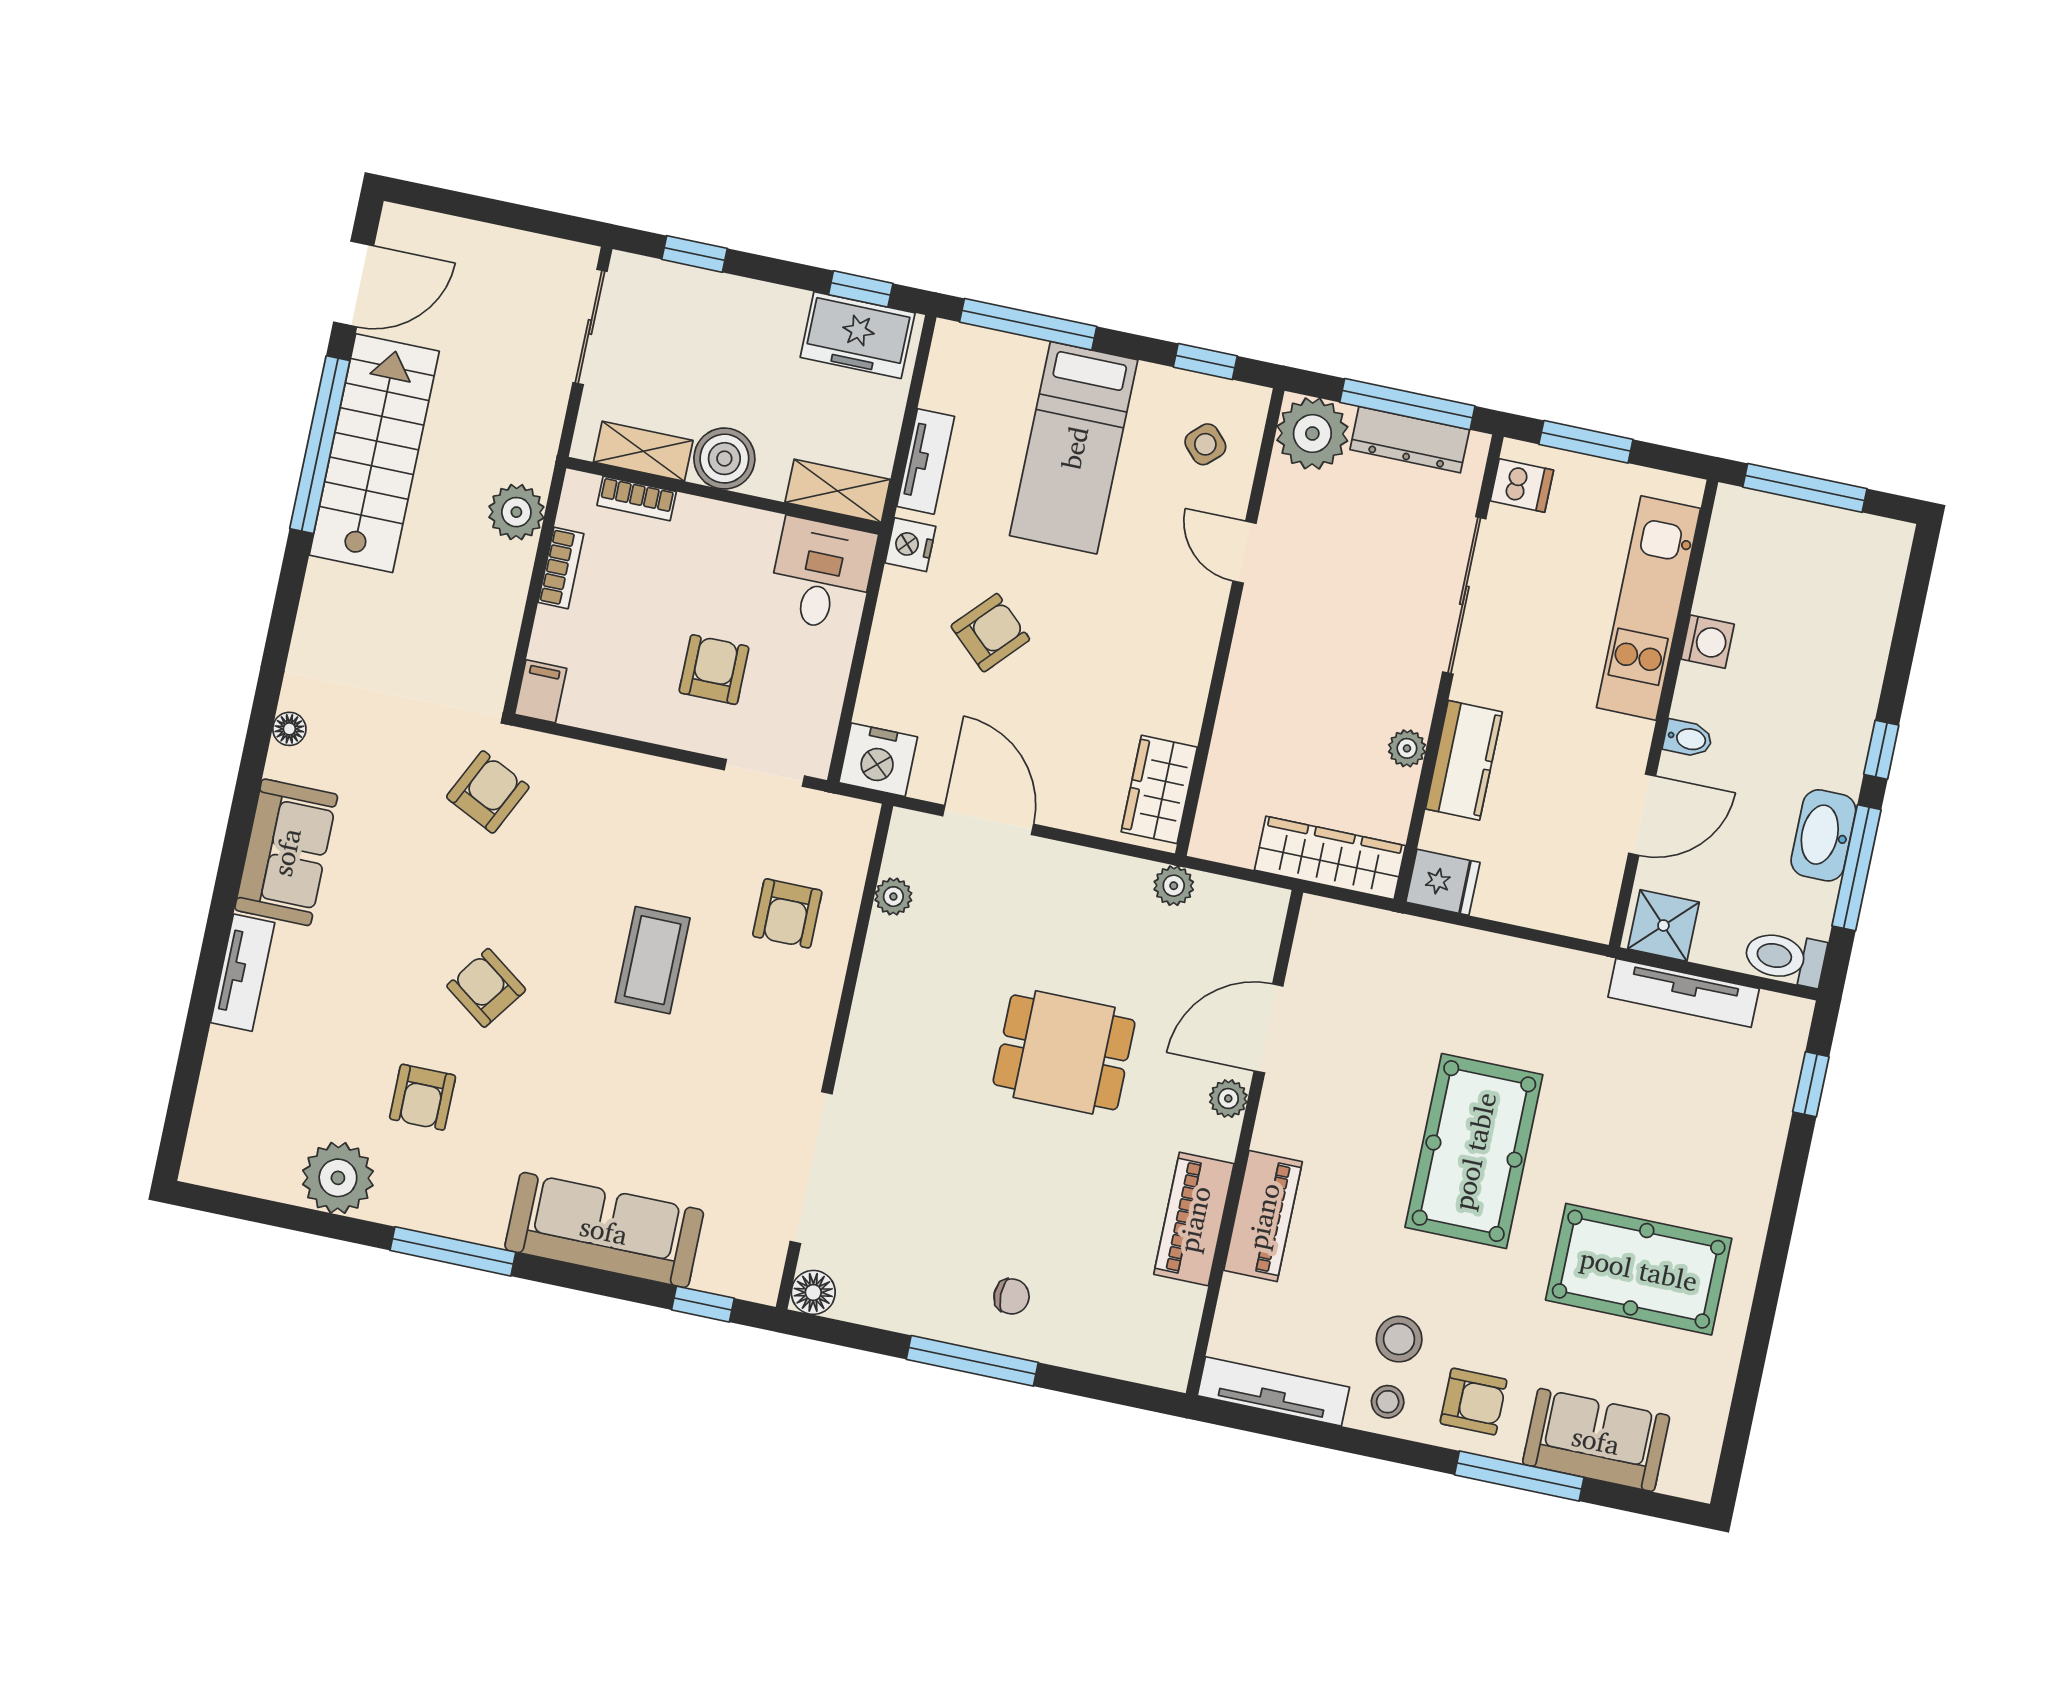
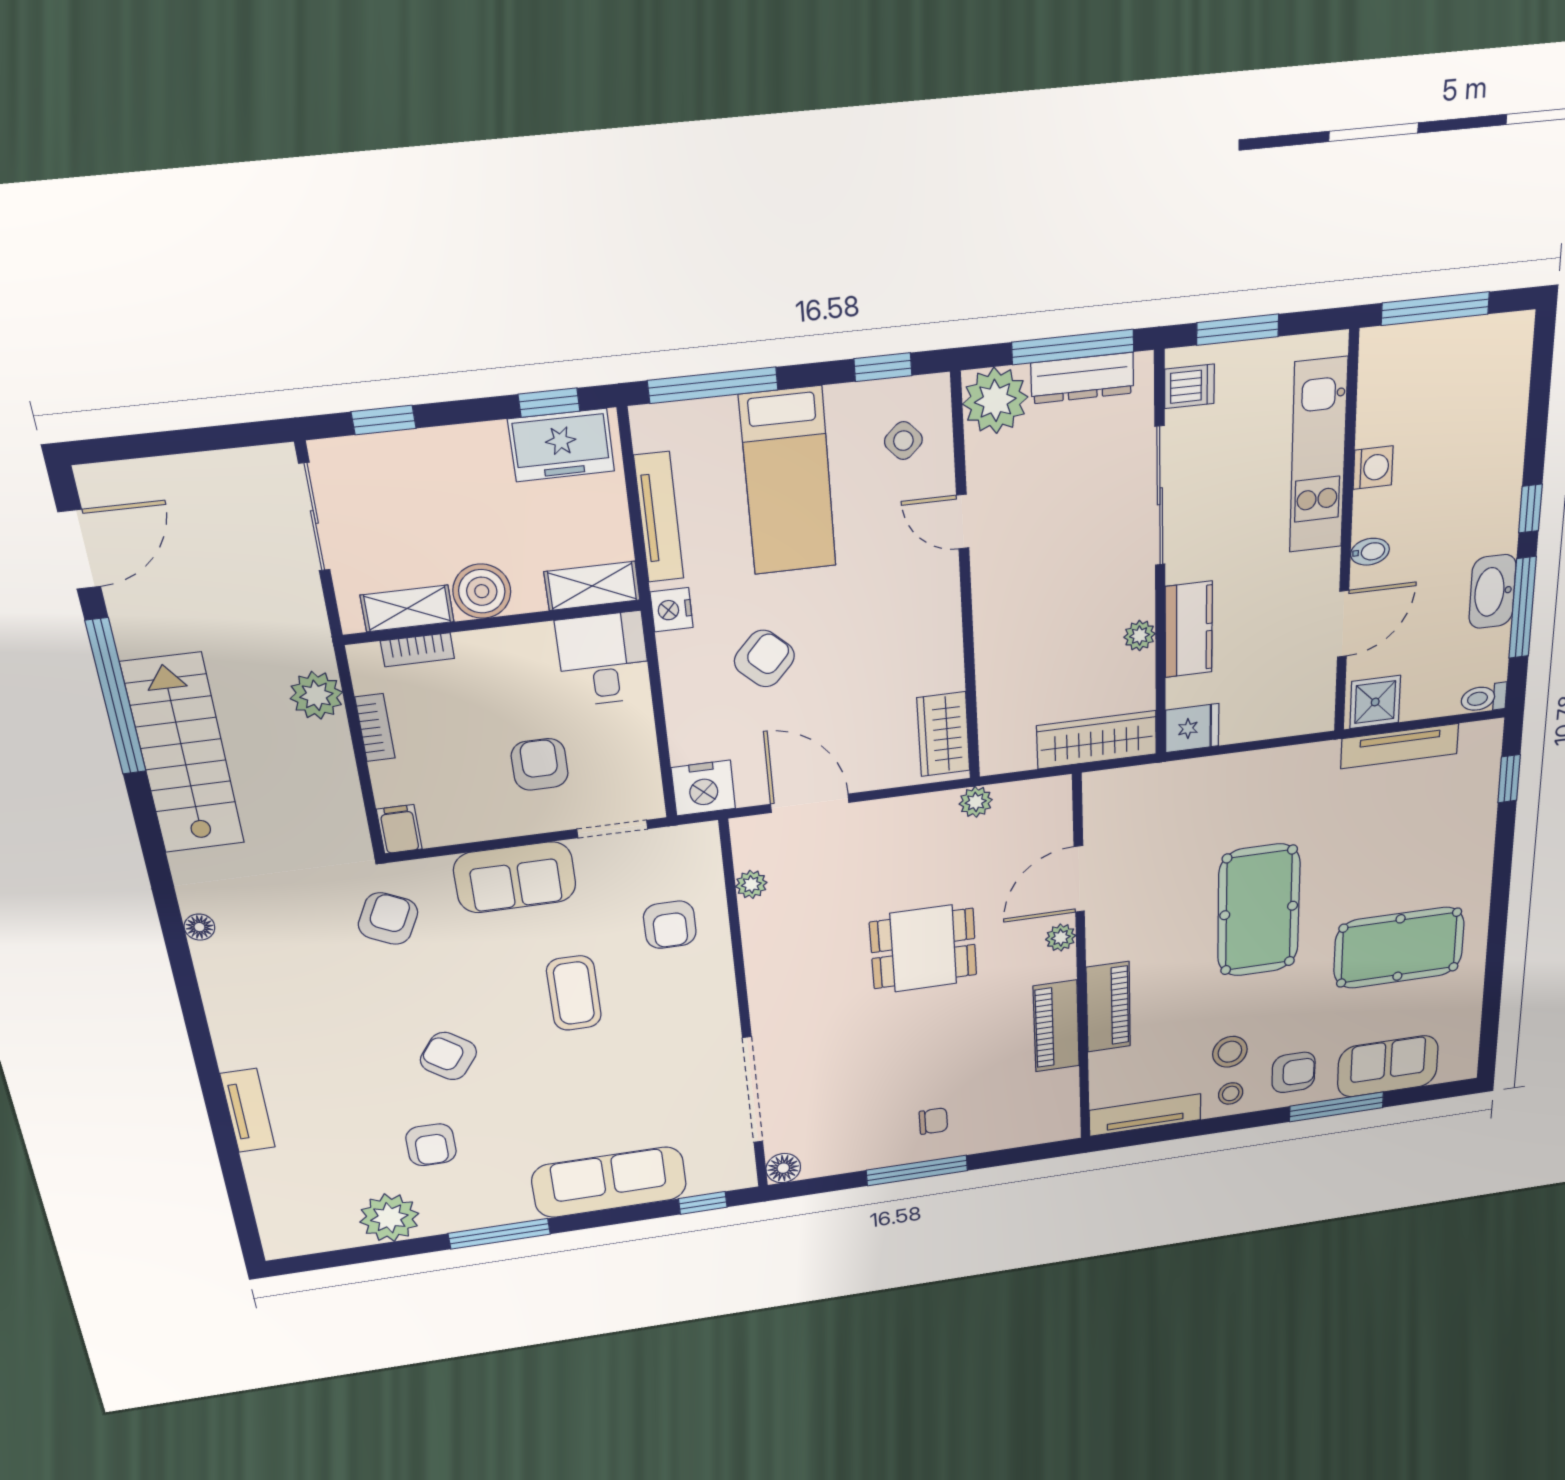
stairs: (374, 453) -> (183, 754), moved
tv unit: (926, 461) -> (659, 517), width x1.41
sofa: (286, 852) -> (515, 877), moved, turned 90
toilet: (1785, 958) -> (1484, 698), width x0.73, depth x0.72

